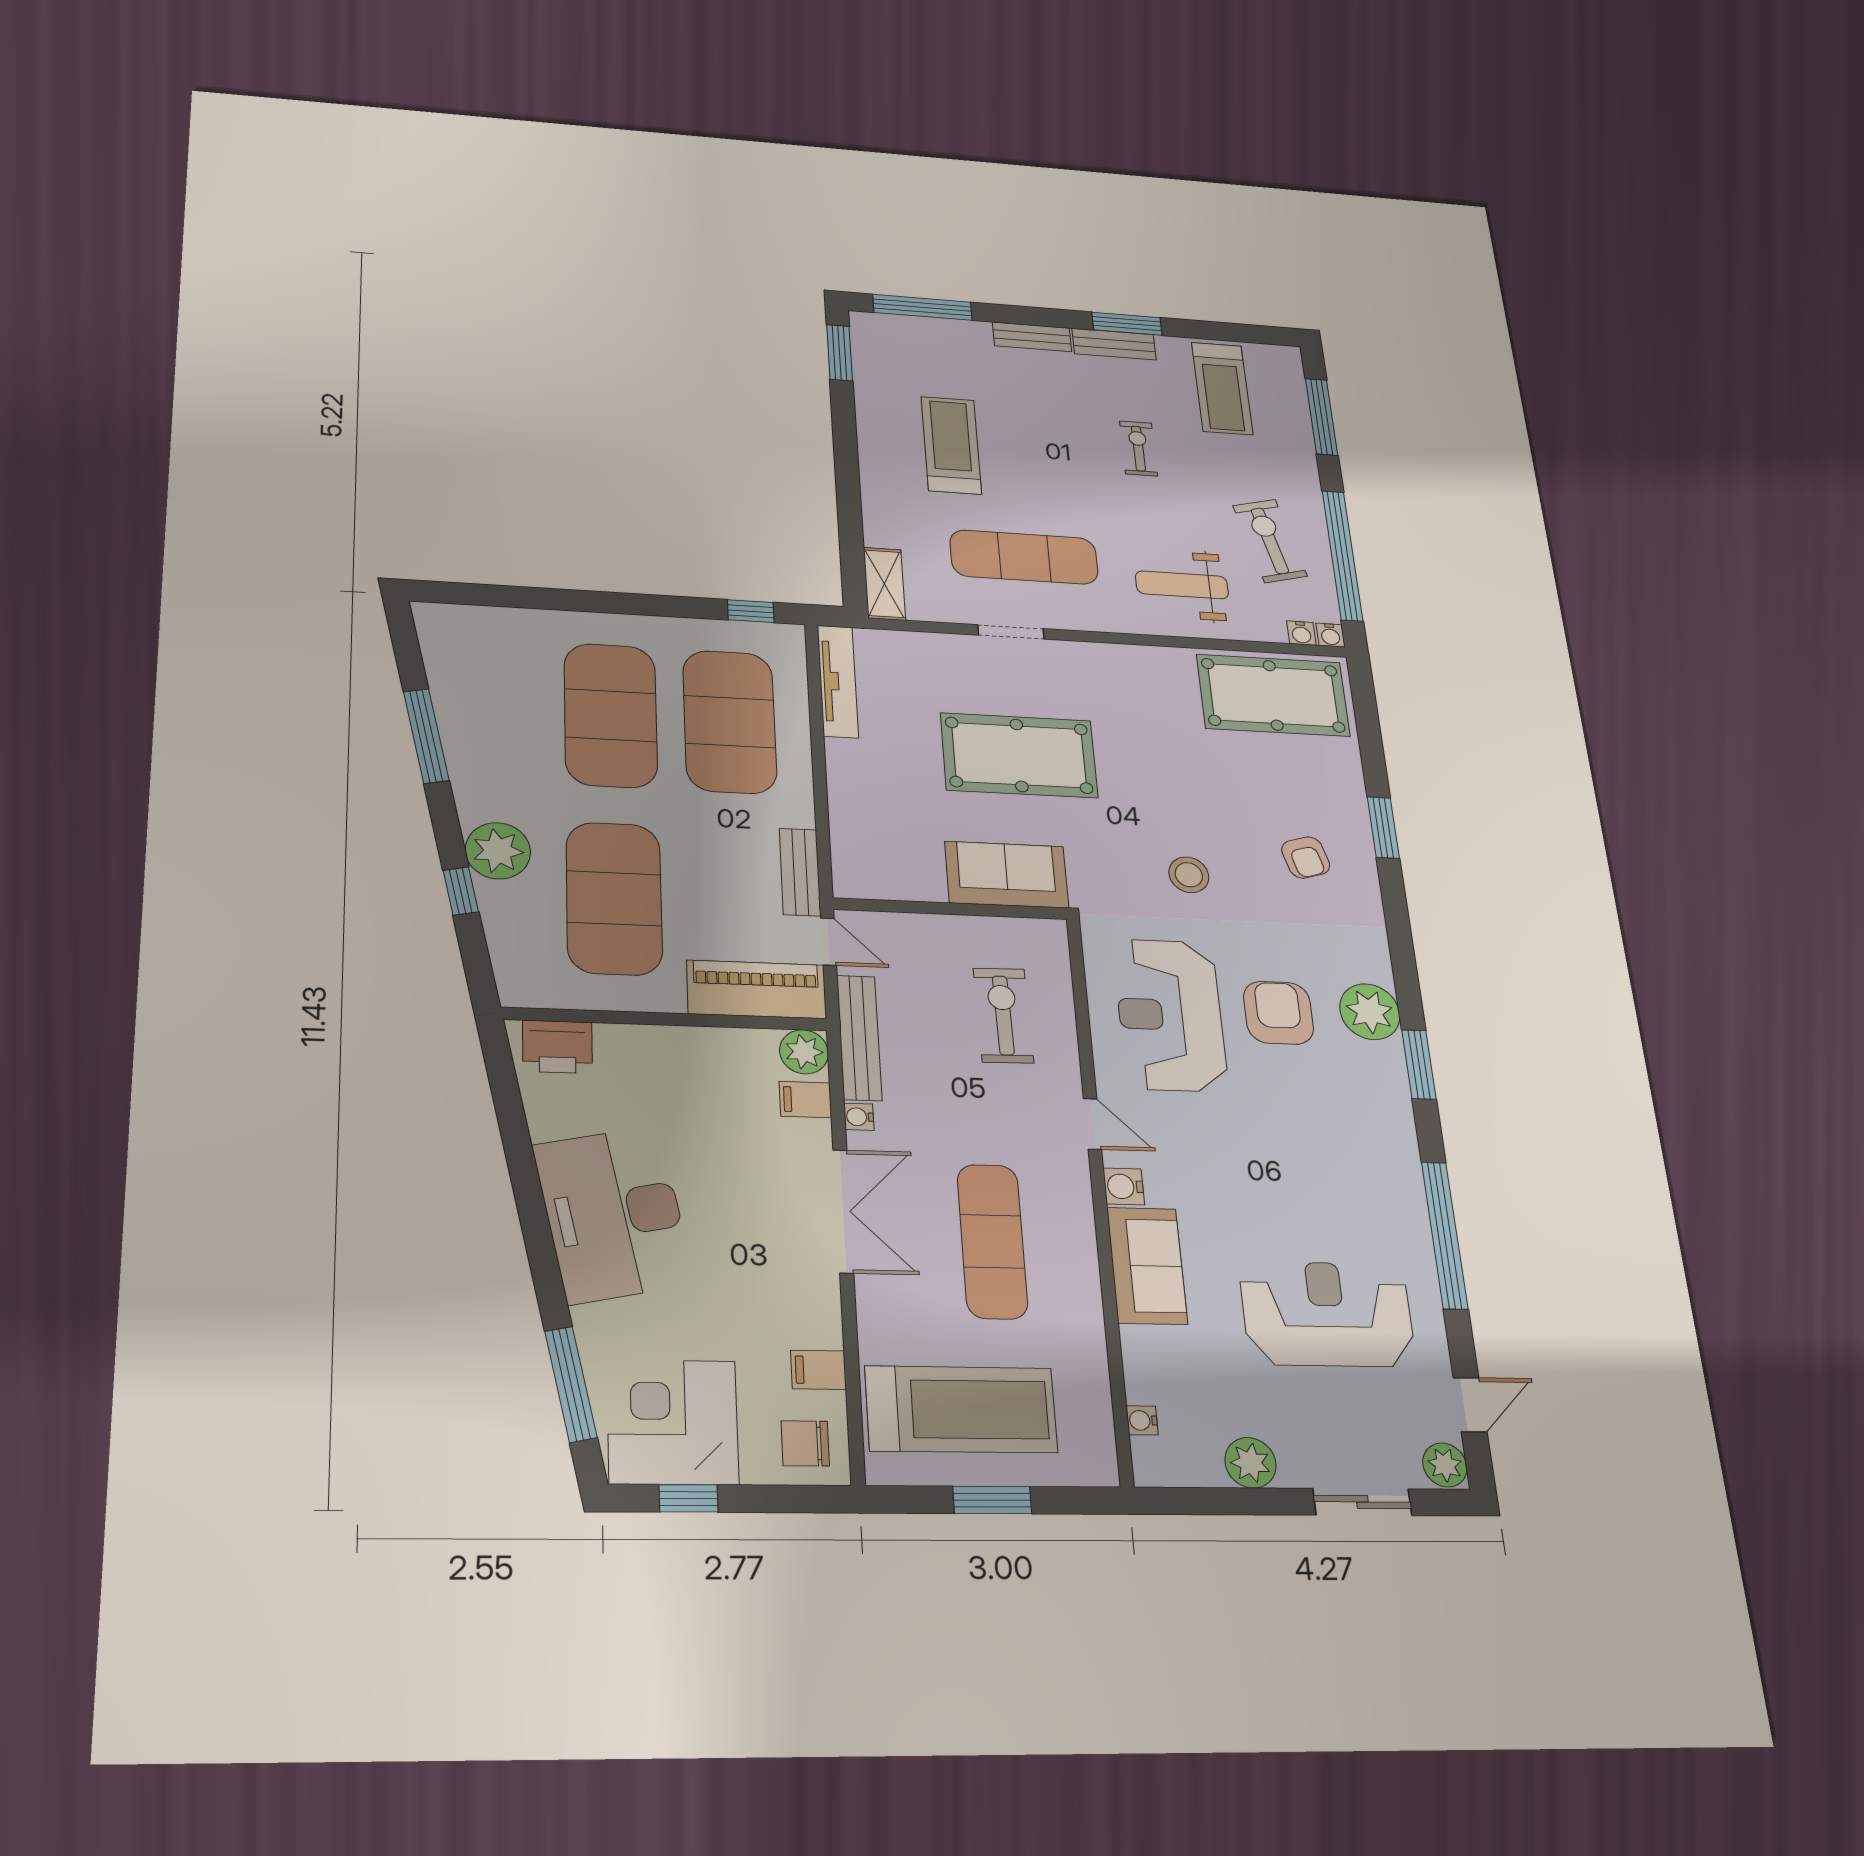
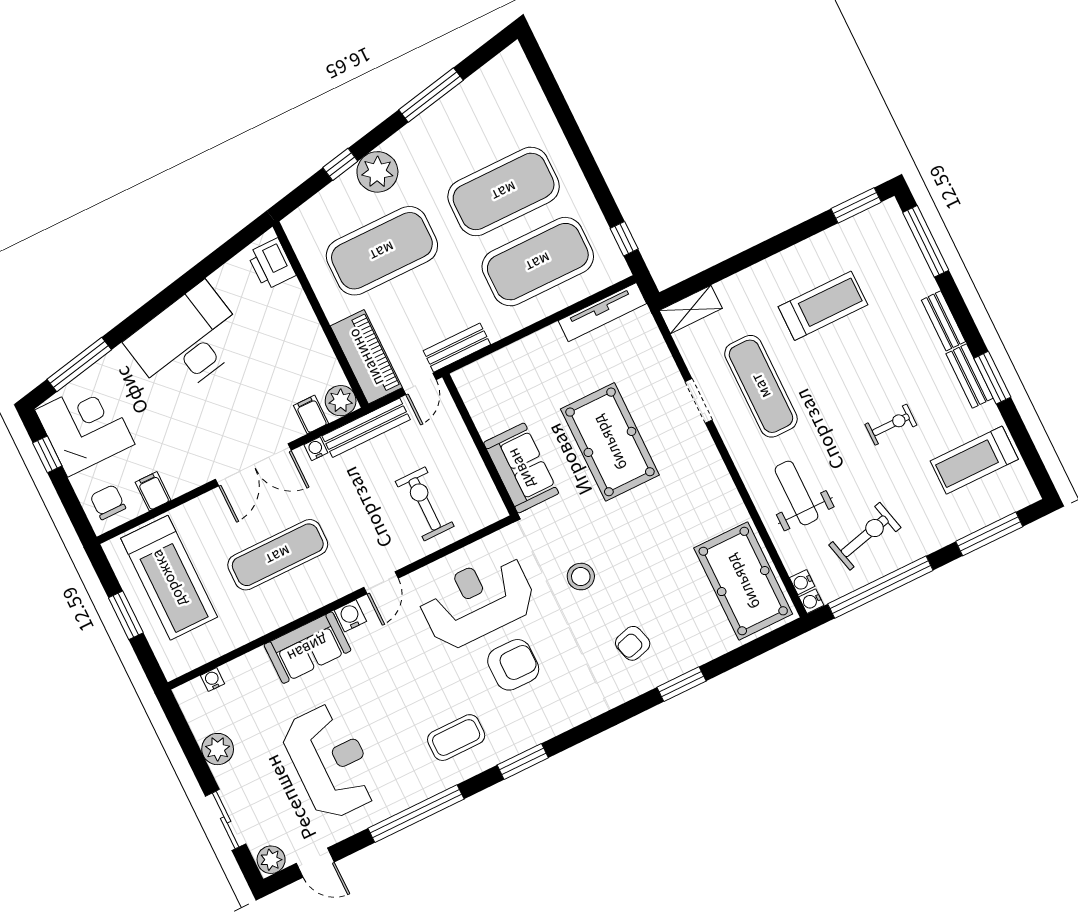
plant: (1370, 1012) -> (544, 720), removed
exercise bike: (1003, 1015) -> (425, 504), turned -89
coffee table: (1354, 1132) -> (456, 738), added

